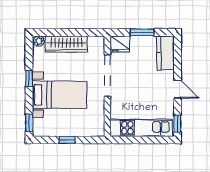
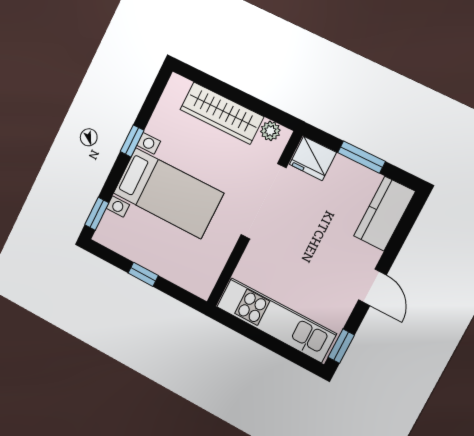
plant: (39, 41) -> (270, 131), moved

